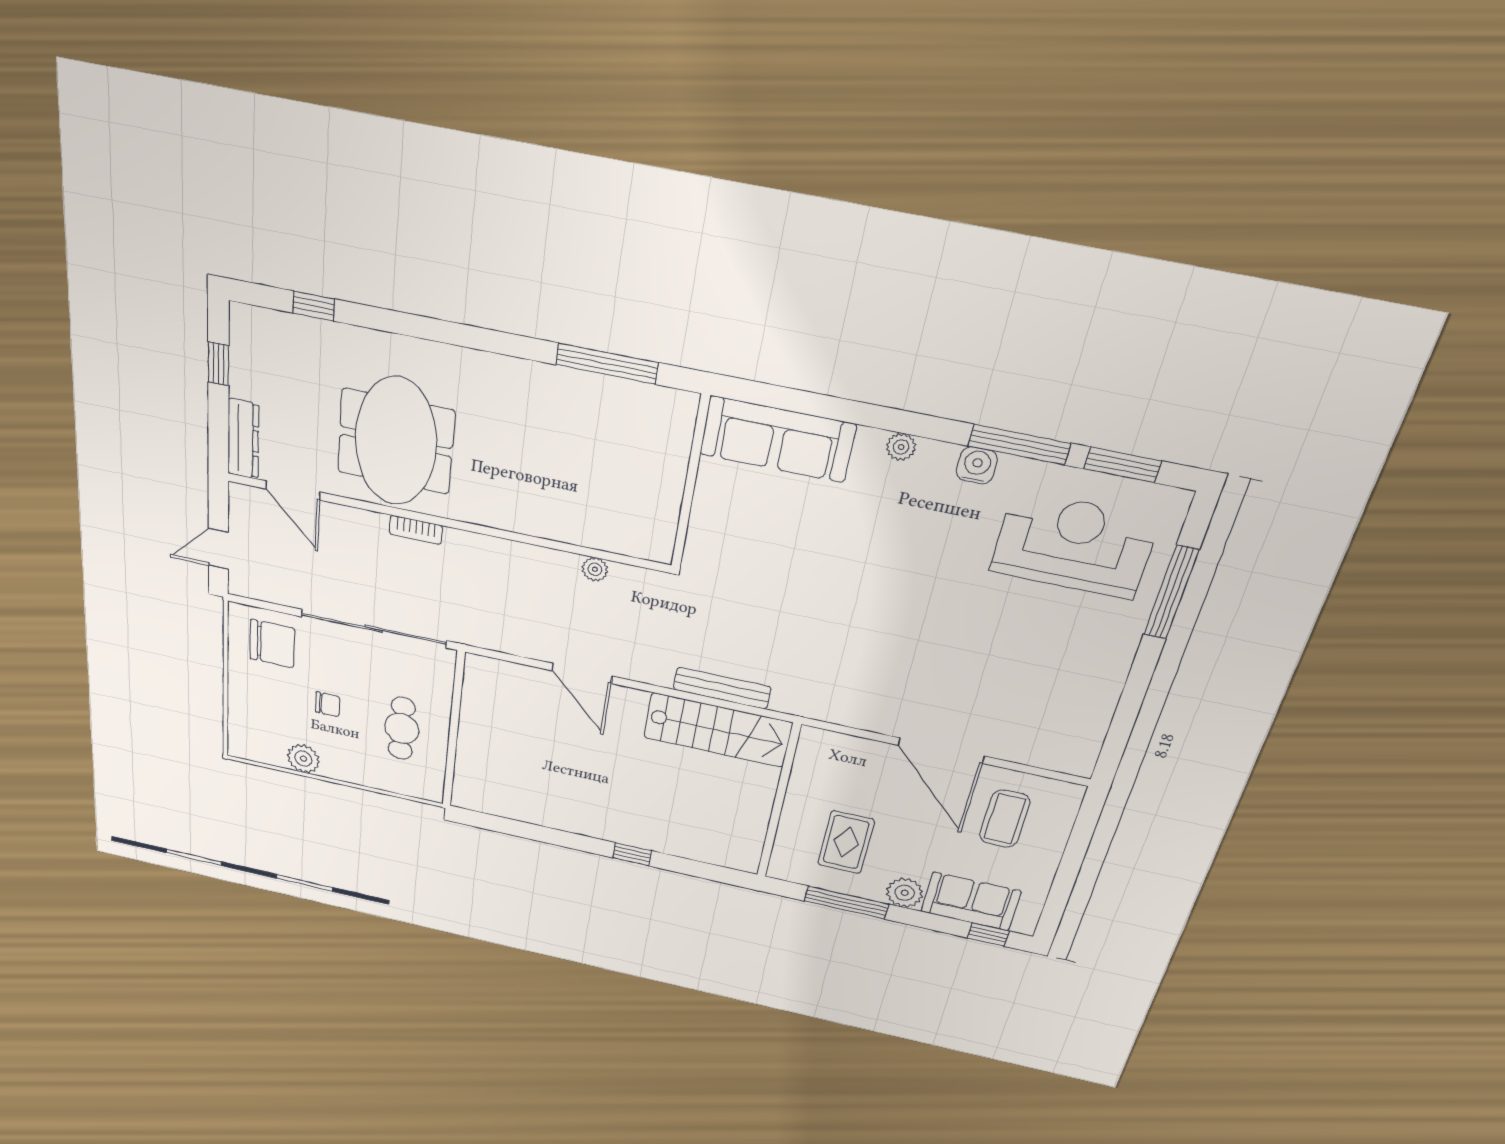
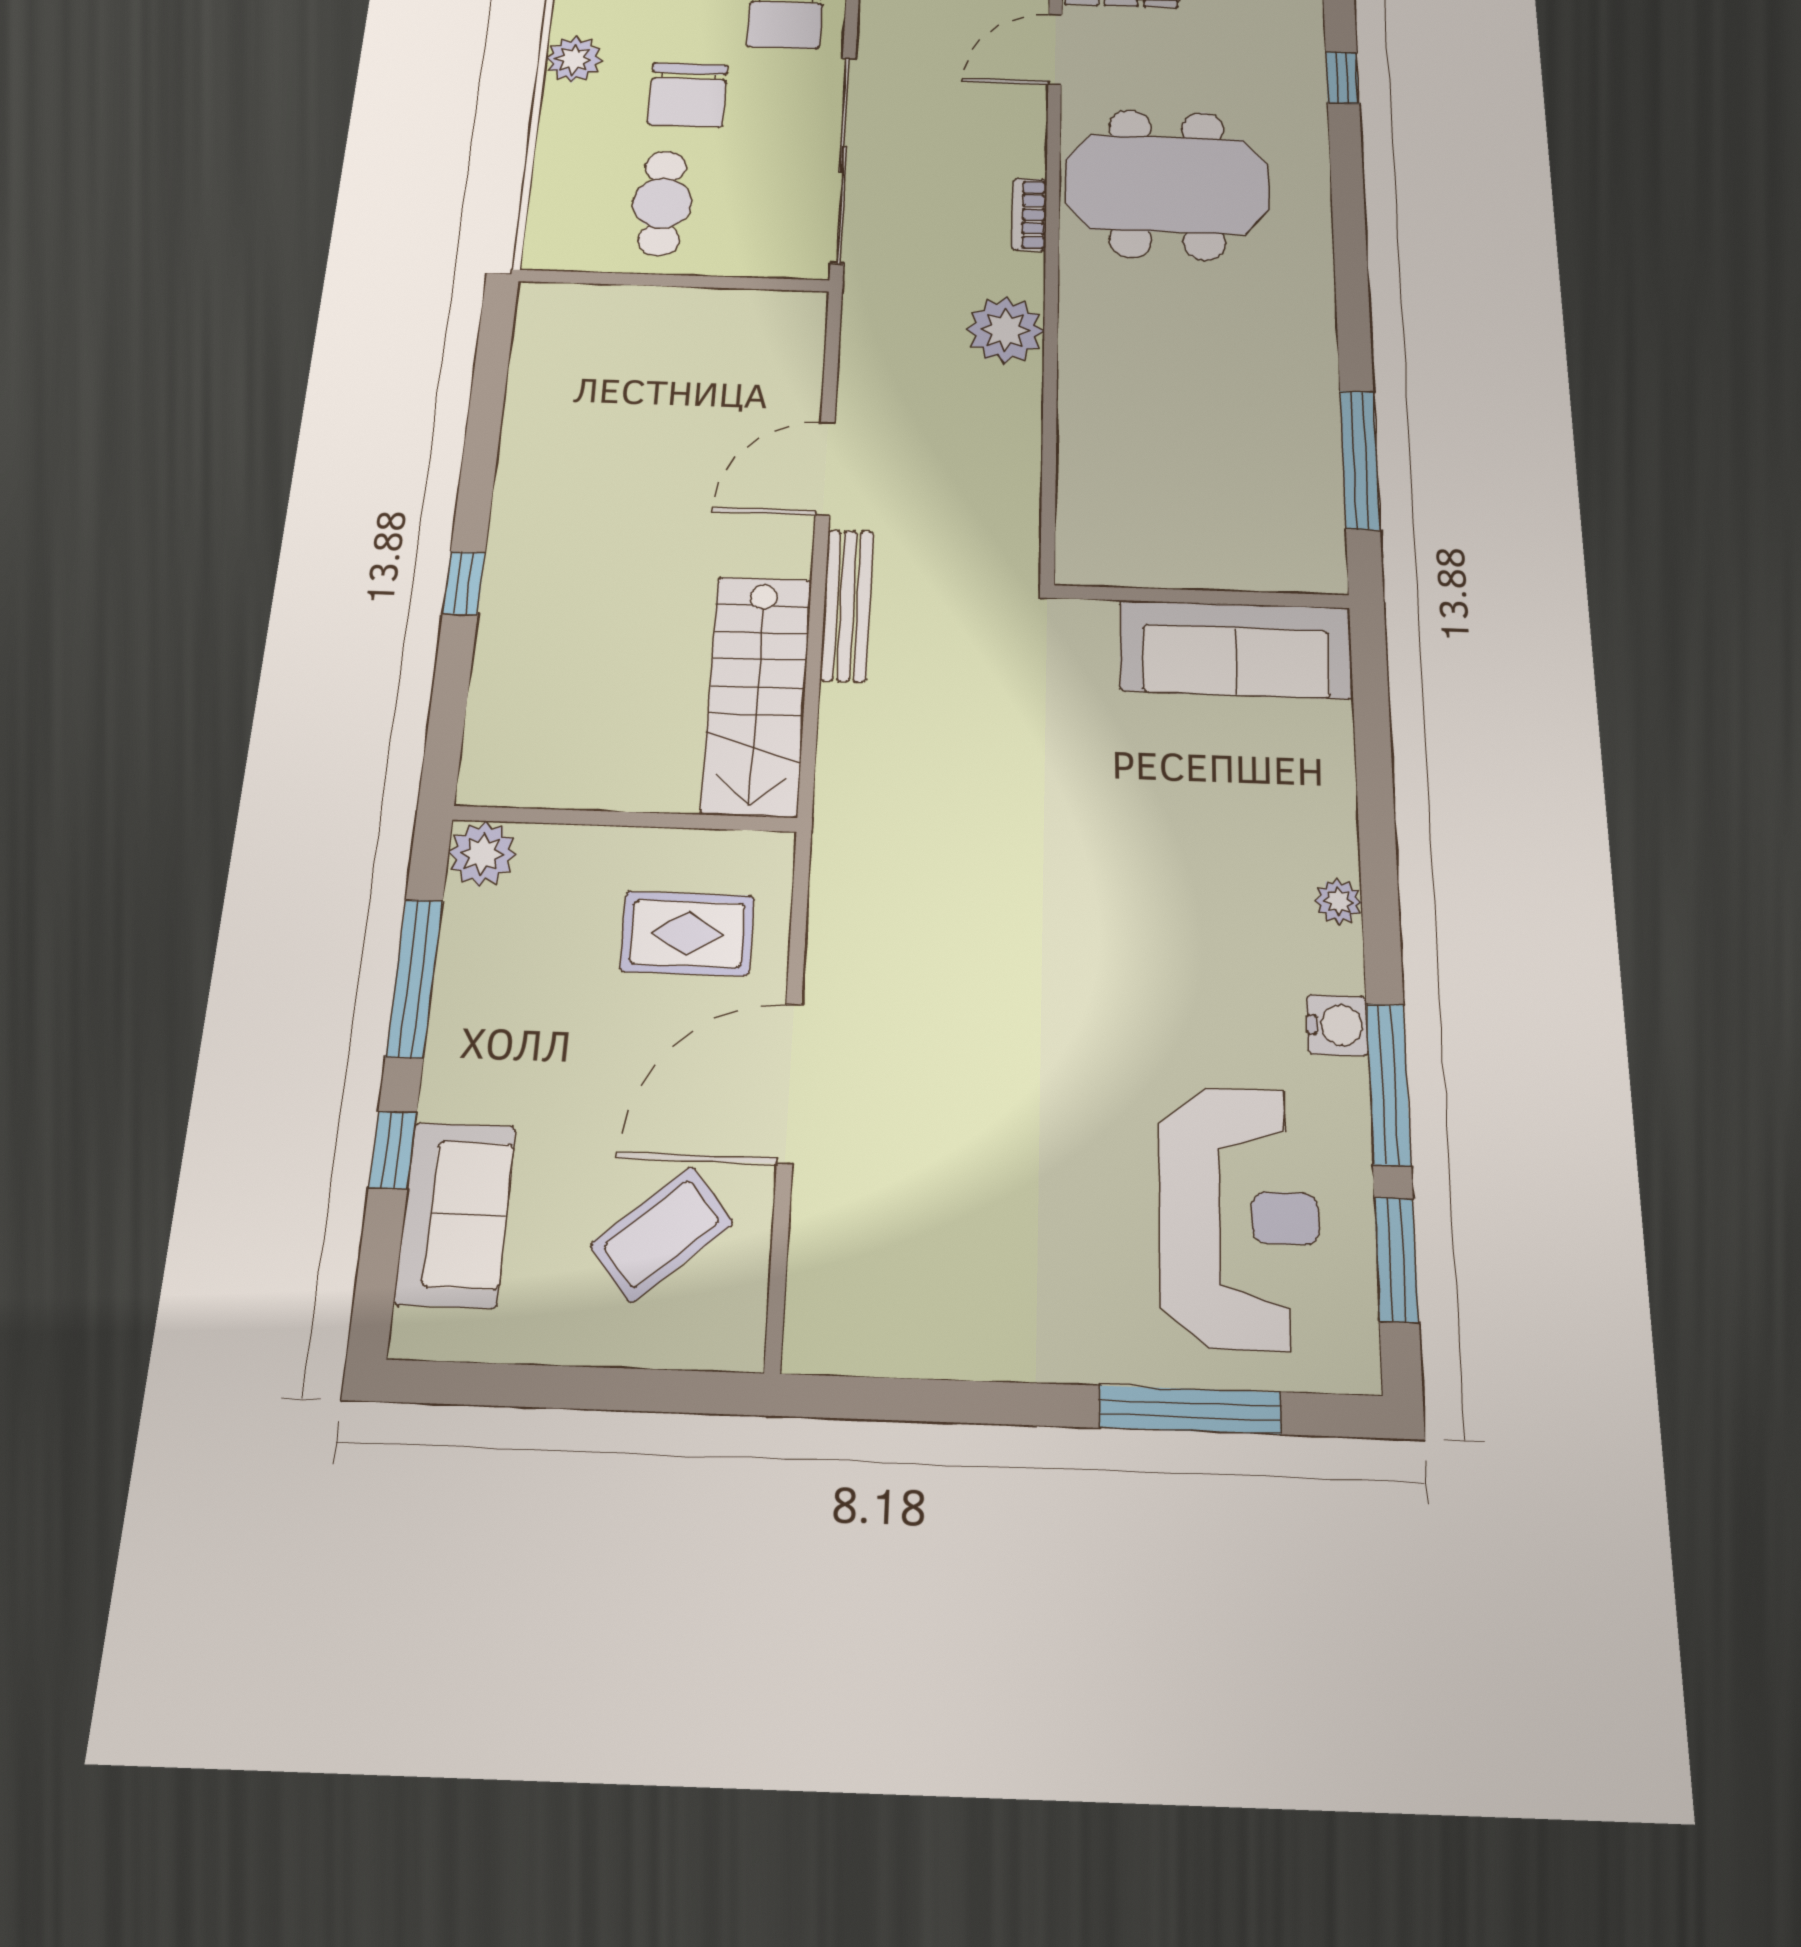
sofa: (777, 439) -> (1236, 649), moved, turned -90
plant: (595, 569) -> (1005, 330), moved, width x1.88, depth x1.88
bench: (722, 688) -> (847, 605), moved
chair: (328, 704) -> (688, 95), width x1.87, depth x1.87
cafe table: (402, 728) -> (662, 203), turned 90
coffee table: (1005, 819) -> (662, 1234), turned -40
rug: (846, 842) -> (687, 933), moved
plant: (905, 893) -> (482, 854), moved
window: (988, 935) -> (393, 1150), moved

